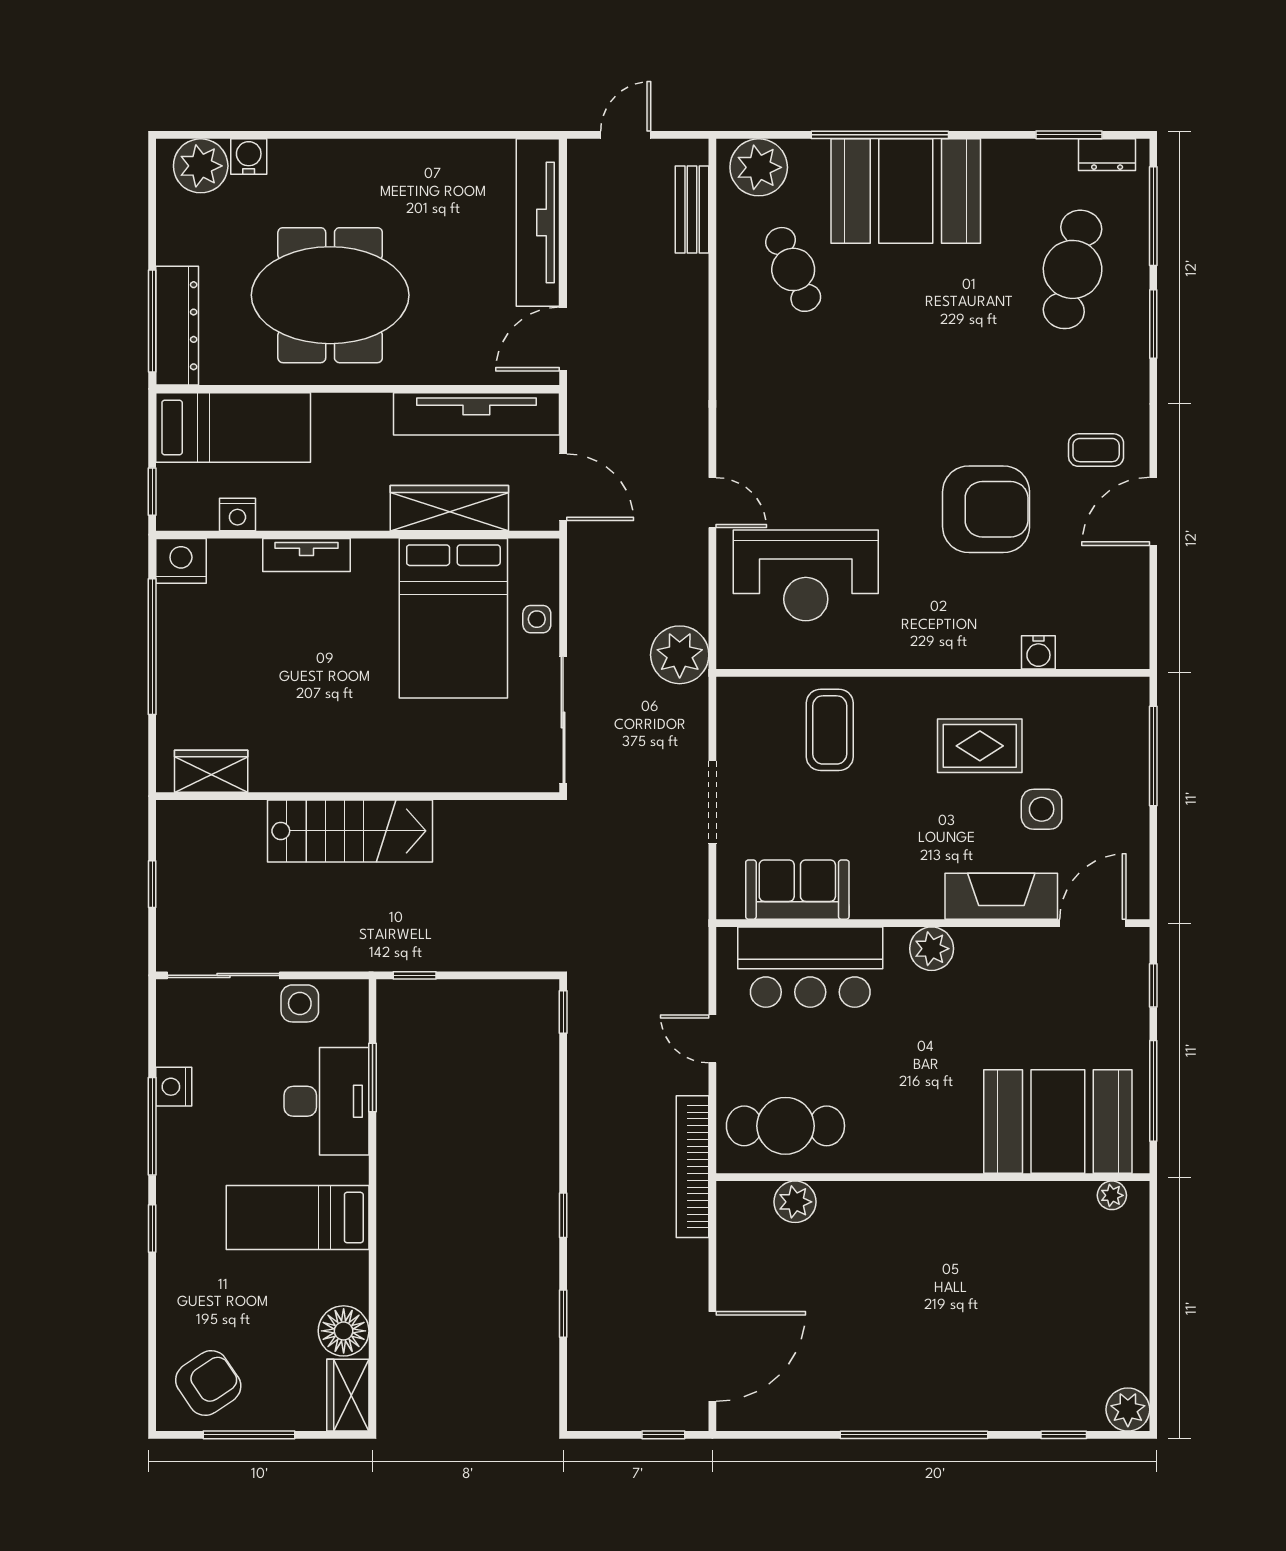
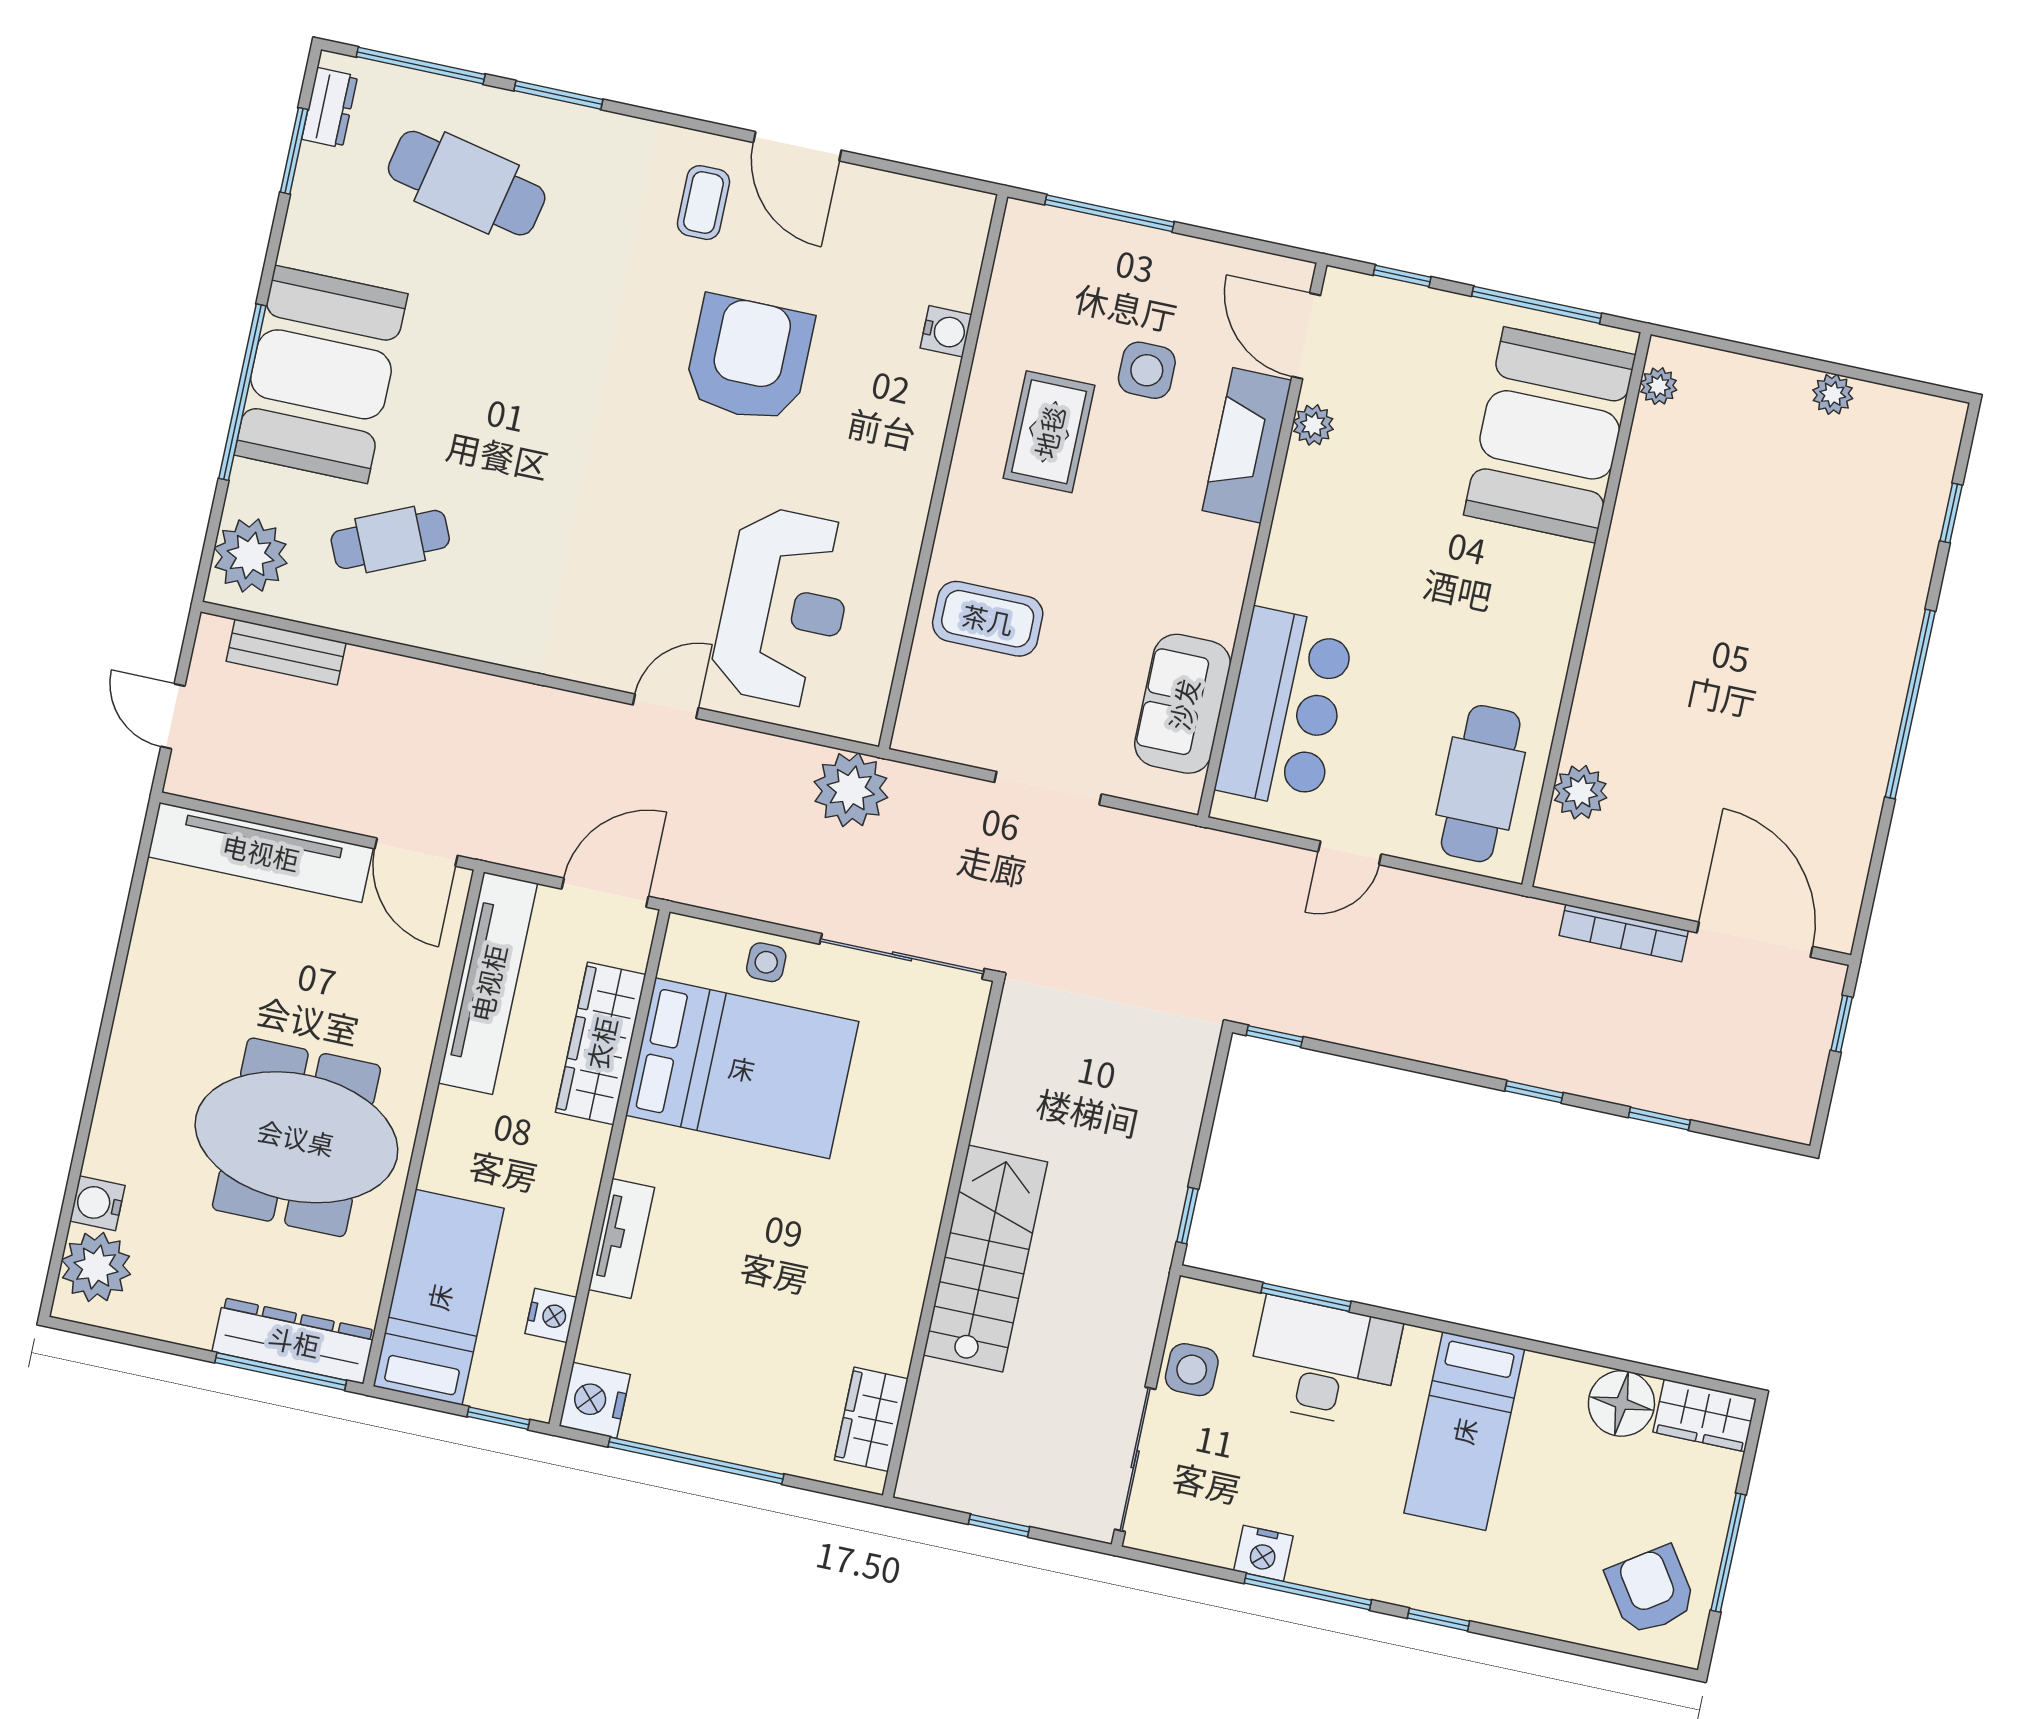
meeting table: (330, 295) -> (296, 1137), turned 90
plant: (932, 949) -> (1313, 425), moved, width x0.73, depth x0.73
bookcase: (693, 1167) -> (1624, 933), moved, width x0.68, depth x0.76
plant: (1128, 1410) -> (1833, 394), moved, width x0.73, depth x0.73

